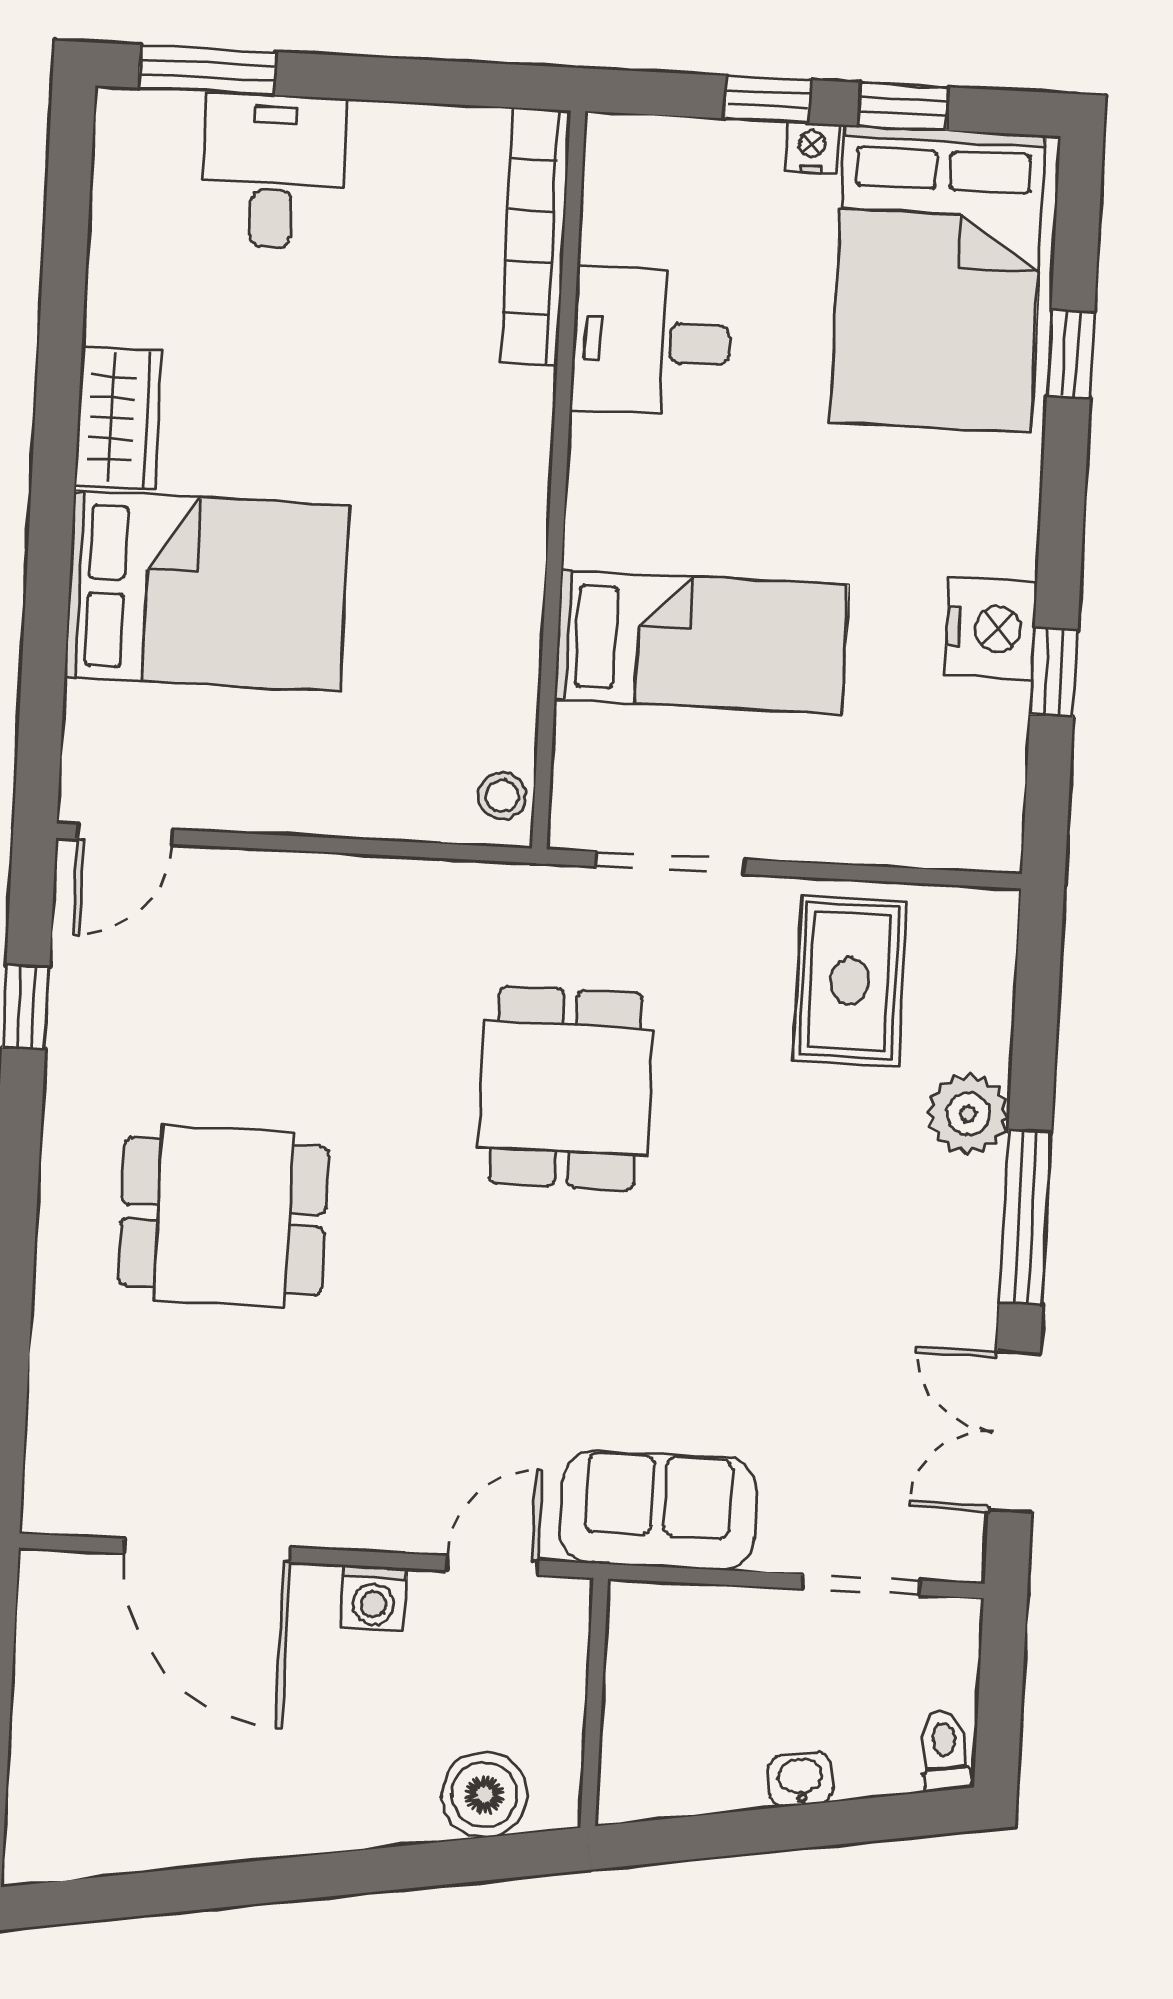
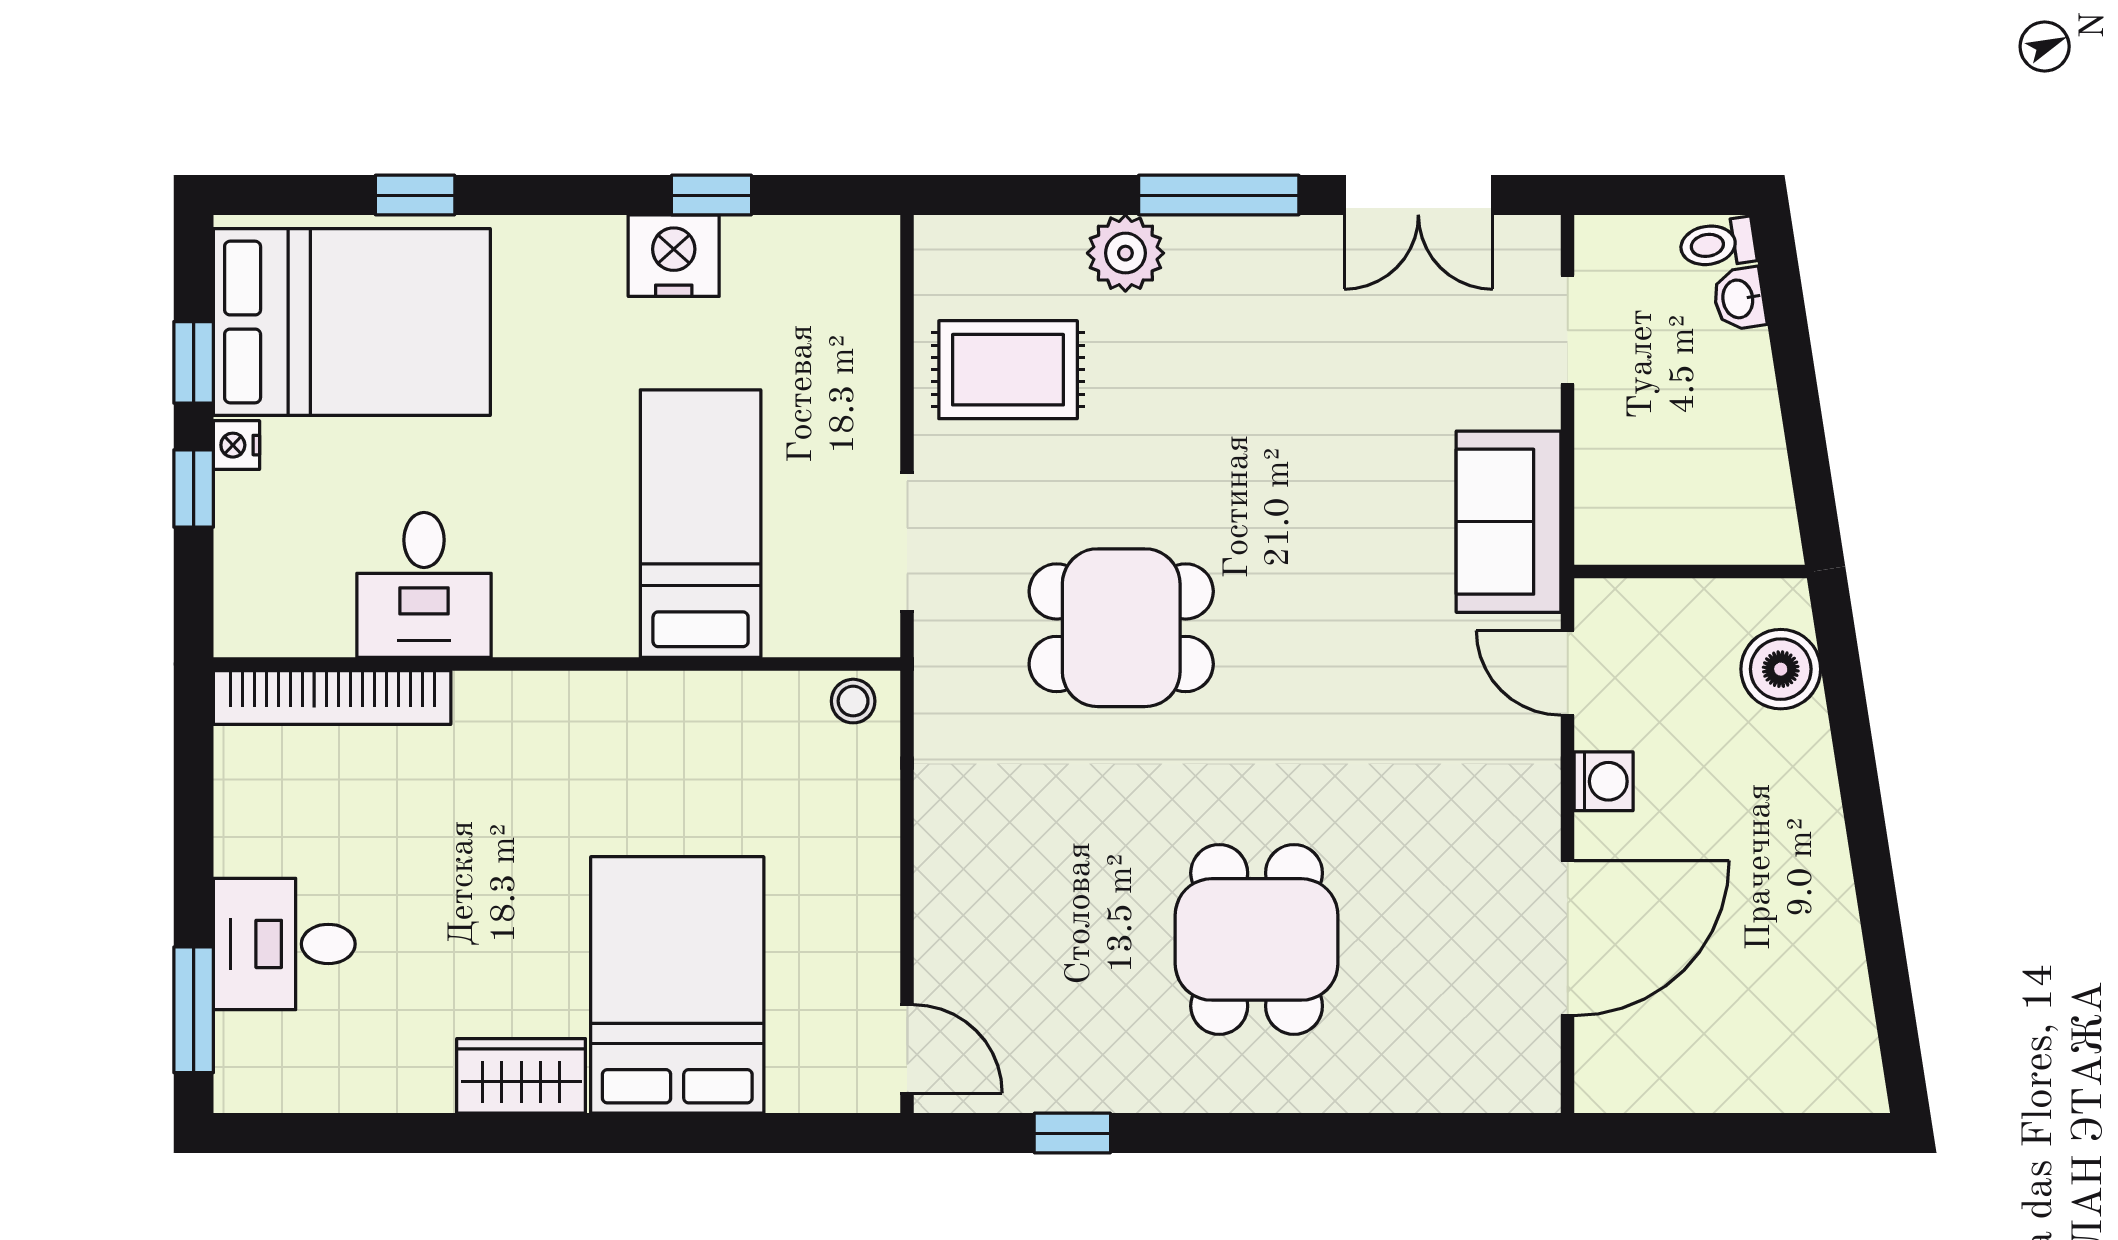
washbasin: (800, 1779) -> (1739, 299), moved

